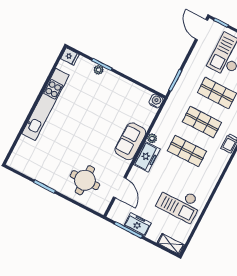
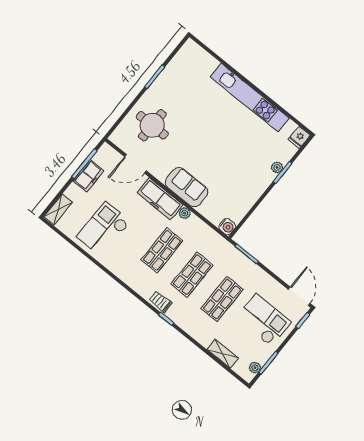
door: (202, 30) -> (299, 296), hinge flipped
freezer: (147, 157) -> (160, 199), width x1.40

